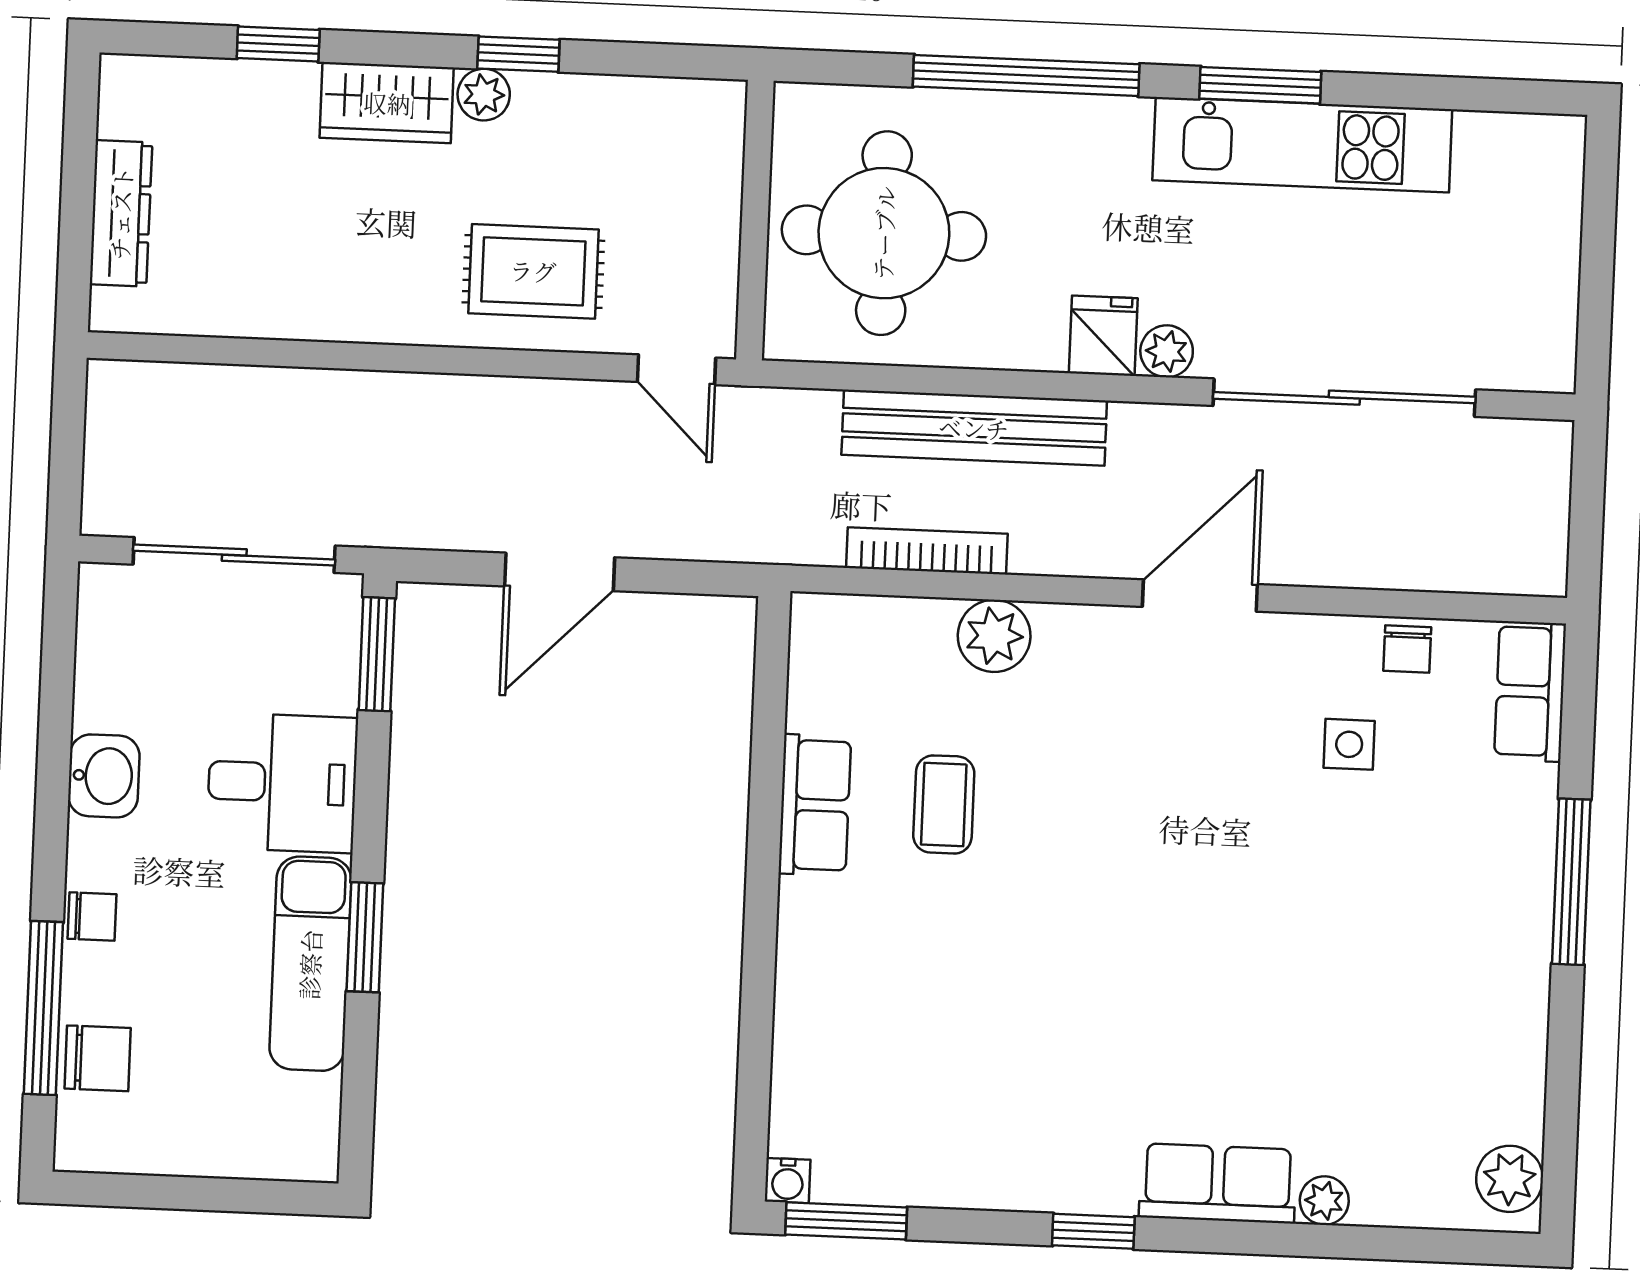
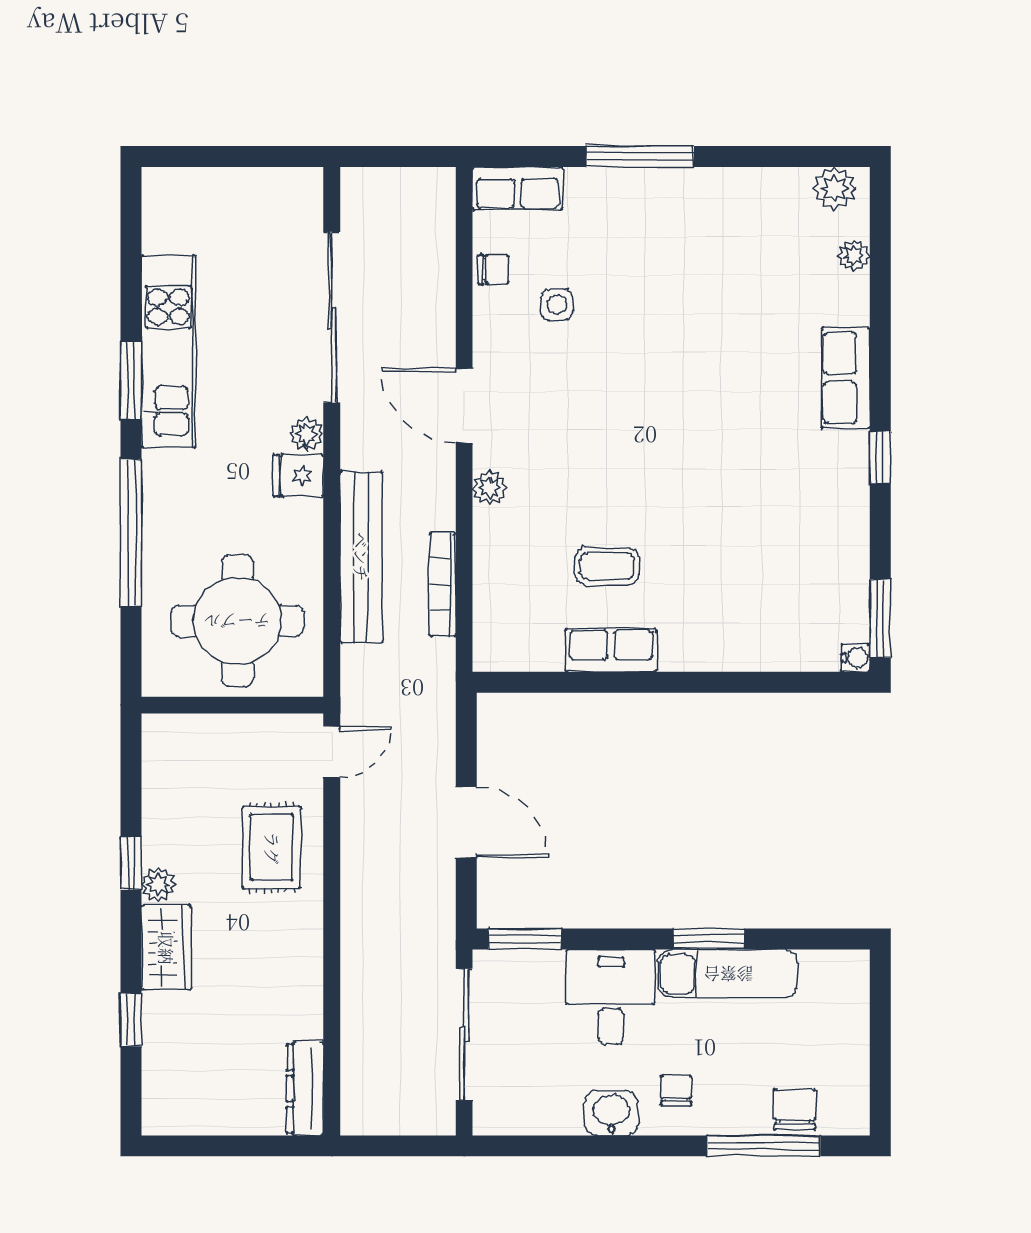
dresser: (121, 213) -> (305, 1089), moved, turned -90
plant: (994, 636) -> (490, 488), moved, width x0.73, depth x0.73
chair: (92, 916) -> (676, 1091), moved
plant: (1324, 1201) -> (854, 256), moved

